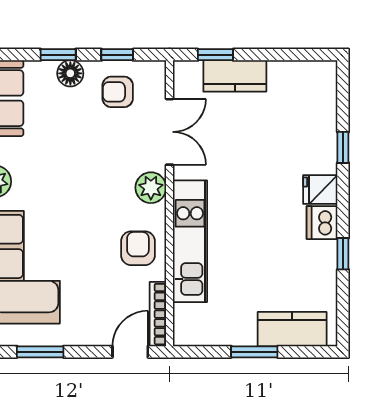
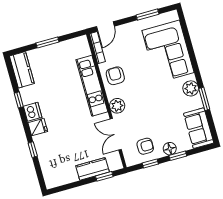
armchair: (138, 248) -> (115, 76), turned 180
kitchen counter: (292, 329) -> (22, 70), moved, turned -90

